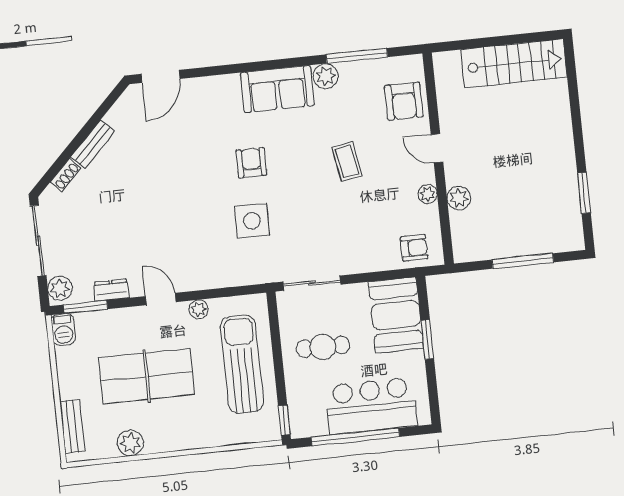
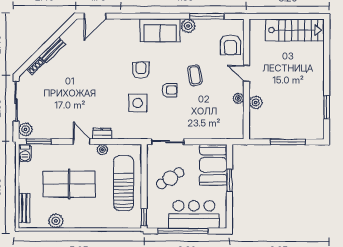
armchair: (414, 248) -> (170, 90), moved
dresser: (111, 290) -> (102, 134), moved
cafe table: (323, 347) -> (170, 178), turned -33

